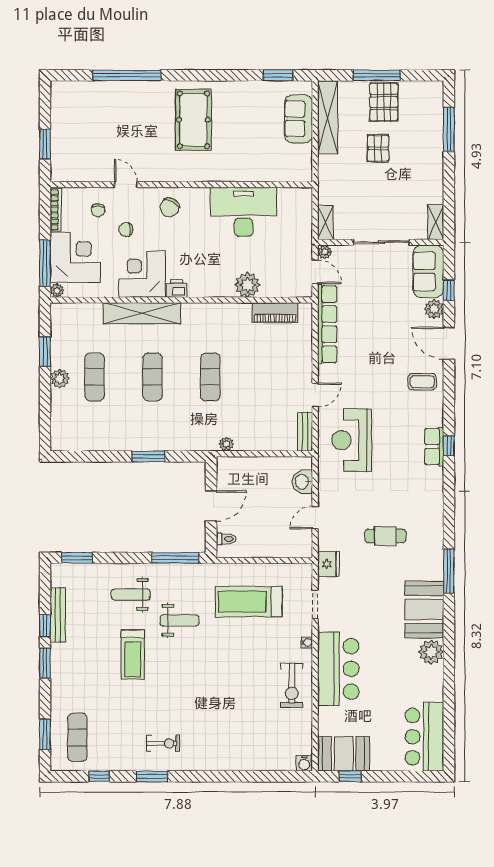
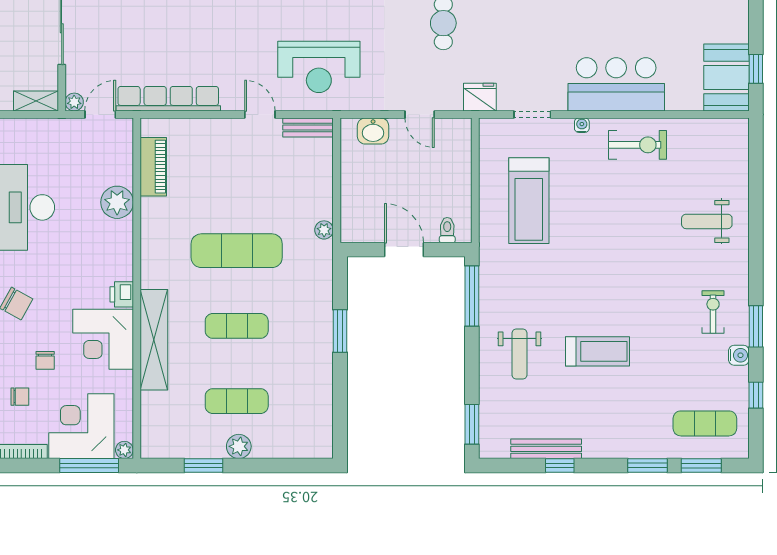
exercise mat: (210, 377) -> (237, 251), width x1.36, depth x1.45
weight bench: (179, 620) -> (707, 221), moved, turned -90
window: (45, 663) -> (647, 466), moved
water cooler: (304, 763) -> (739, 355), moved

